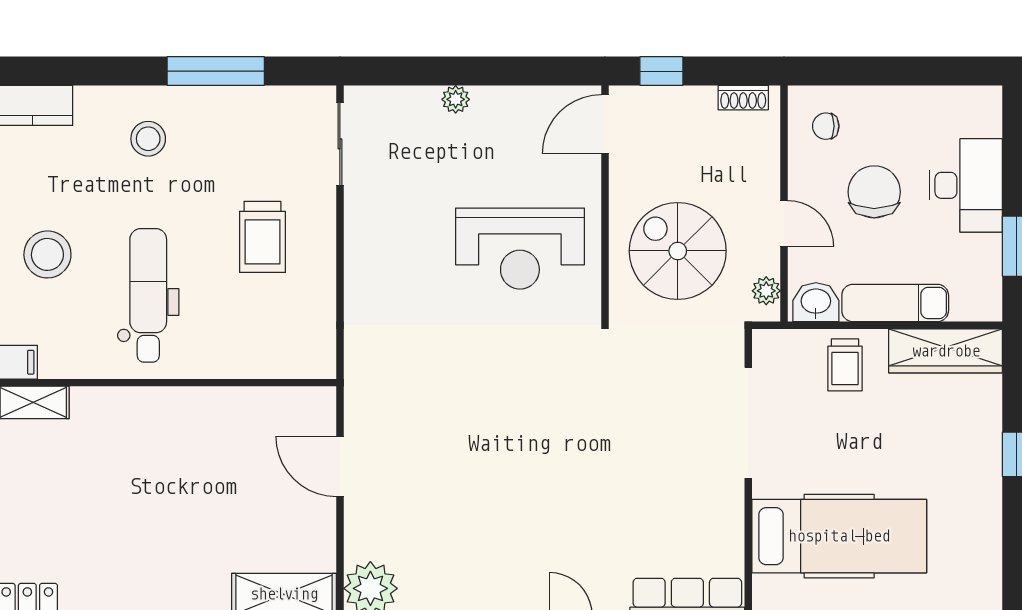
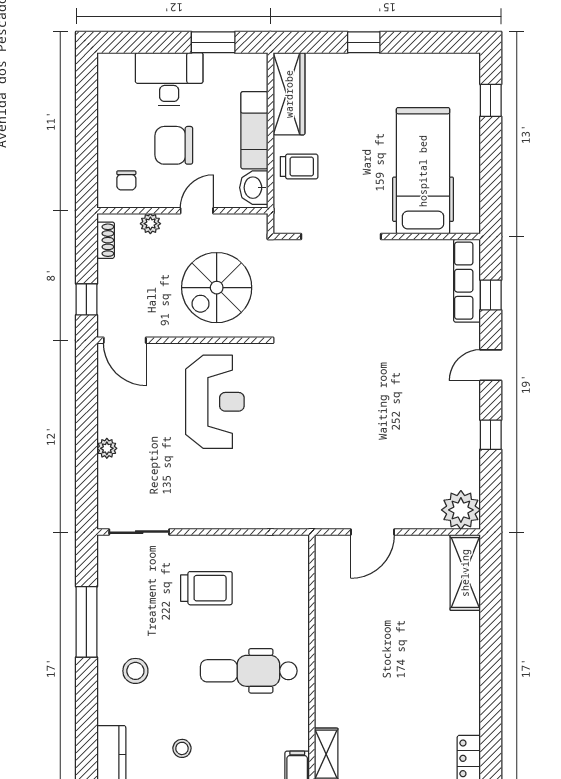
stool: (47, 254) -> (182, 748), moved, width x0.53, depth x0.53
plant: (766, 291) -> (150, 224), moved

